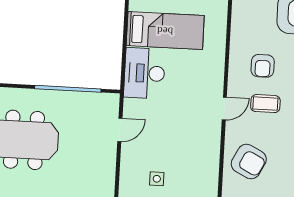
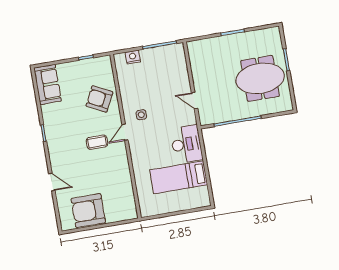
armchair: (263, 66) -> (105, 168), removed
door: (120, 130) -> (195, 101), hinge flipped
side table: (157, 179) -> (141, 115), moved

